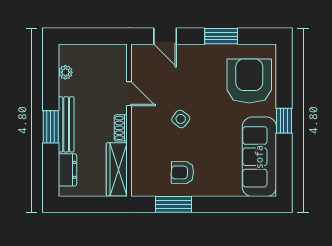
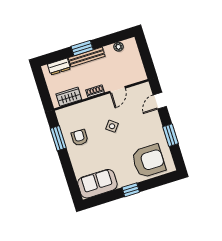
sofa: (259, 157) -> (97, 184), width x0.73
wardrobe: (117, 169) -> (69, 97), width x0.67

